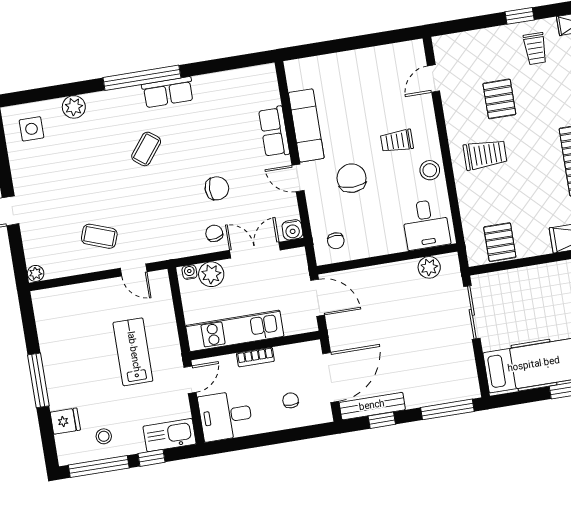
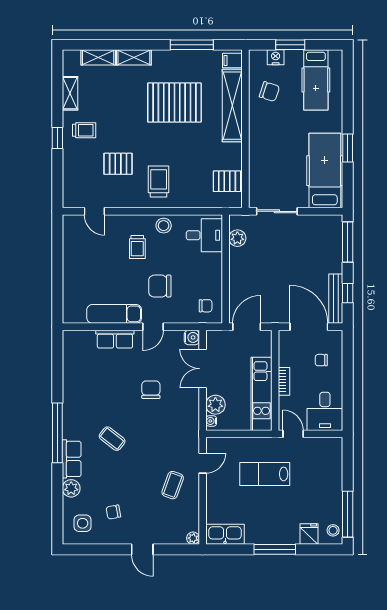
row of seats: (168, 92) -> (72, 459), moved
chair: (214, 233) -> (113, 512), moved
kitchen sink: (170, 435) -> (225, 534), moved, turned 90
stool: (104, 436) -> (333, 530), moved
window: (152, 458) -> (348, 473), removed

